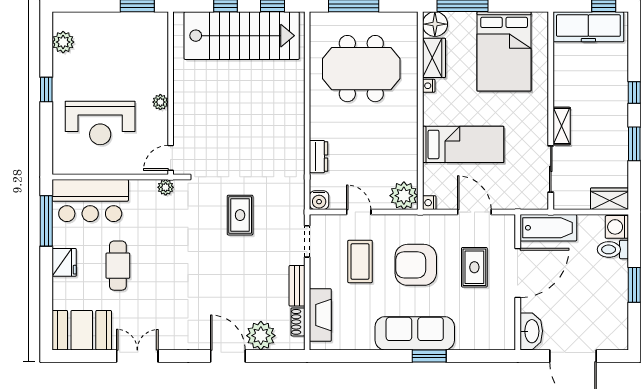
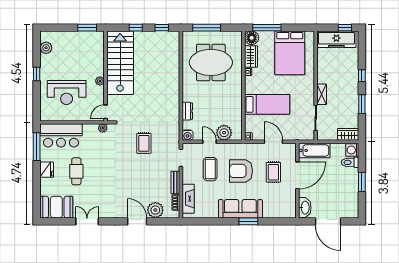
stairs: (242, 36) -> (120, 63), moved, turned -90
plant: (404, 196) -> (224, 133), moved

